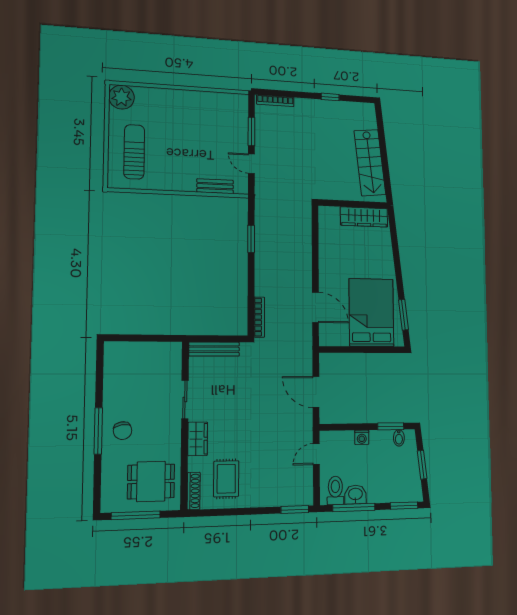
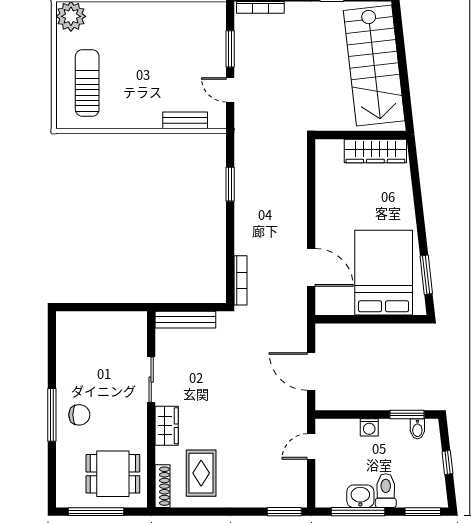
stairs: (370, 163) -> (374, 66), width x1.36, depth x1.51
chair: (123, 431) -> (79, 415), turned -81
window: (422, 465) -> (447, 463), width x0.67
toilet: (335, 490) -> (386, 491), moved

